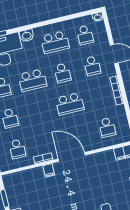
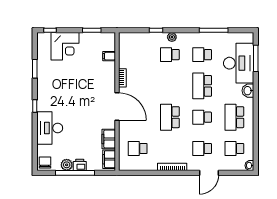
school desk: (17, 149) -> (138, 55), removed
door: (72, 157) -> (117, 106), hinge flipped
filing cabinet: (105, 157) -> (109, 139), added
filing cabinet: (49, 170) -> (109, 56), moved

